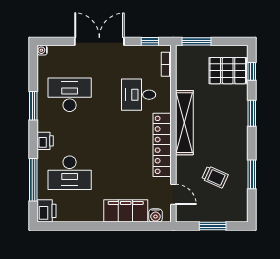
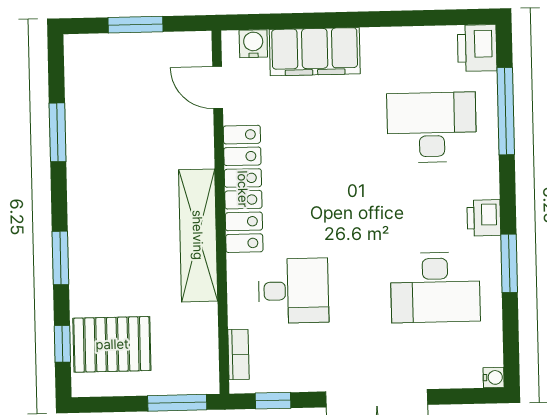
printer: (45, 141) -> (484, 218), moved
trolley: (215, 177) -> (133, 126), removed

